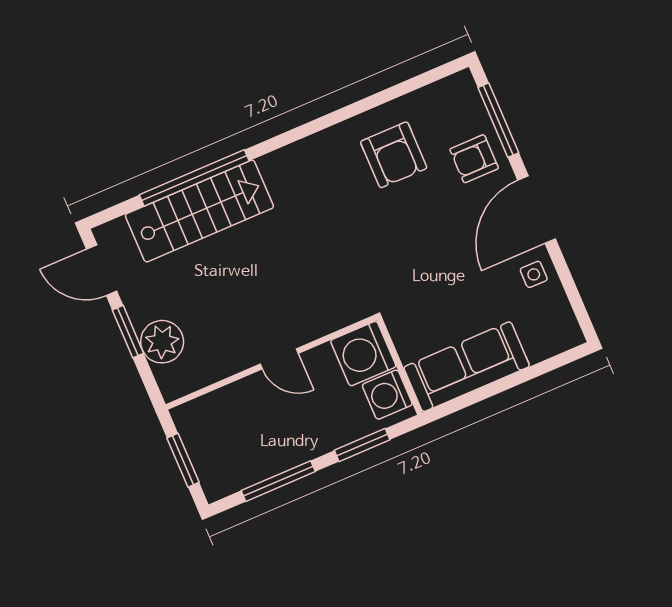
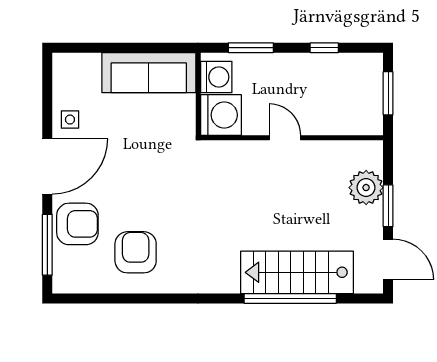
armchair: (474, 159) -> (77, 224), width x1.38, depth x1.38
window: (278, 481) -> (324, 48), width x0.46

